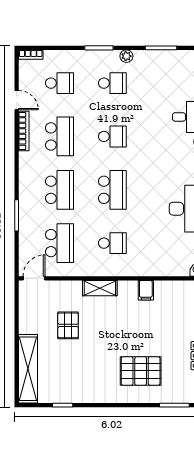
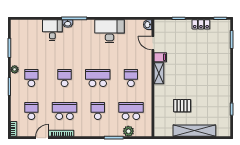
school desk: (59, 190) -> (98, 111), width x0.54
plant: (27, 239) -> (128, 131), added
door: (34, 278) -> (153, 43), moved
shelving: (100, 288) -> (159, 73), moved
shelving: (28, 369) -> (194, 131), moved
pallet: (141, 371) -> (210, 61), removed

